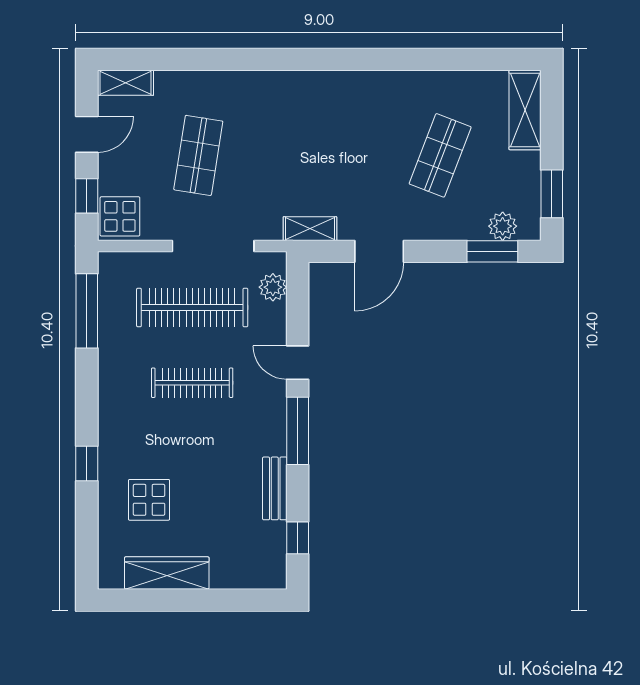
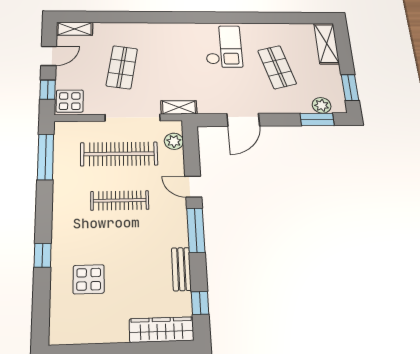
checkout: (358, 116) -> (223, 46), added
shop shelf: (440, 155) -> (277, 67), turned -36
shelving: (310, 229) -> (179, 107), moved
wardrobe: (167, 573) -> (162, 330), moved

